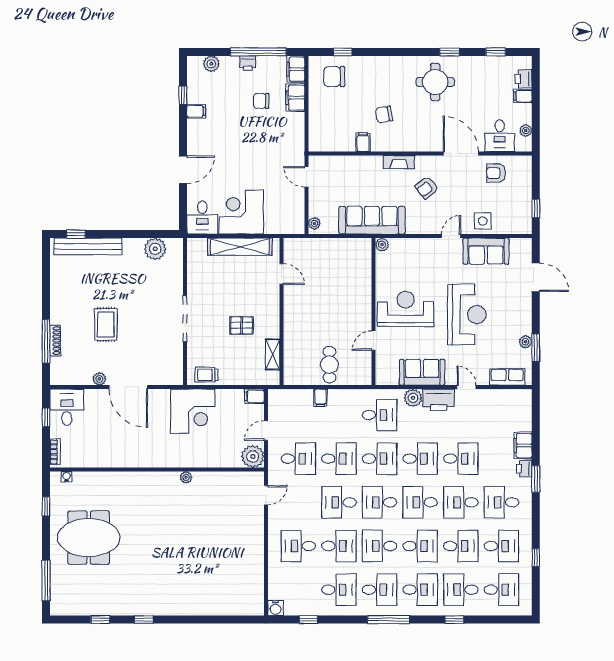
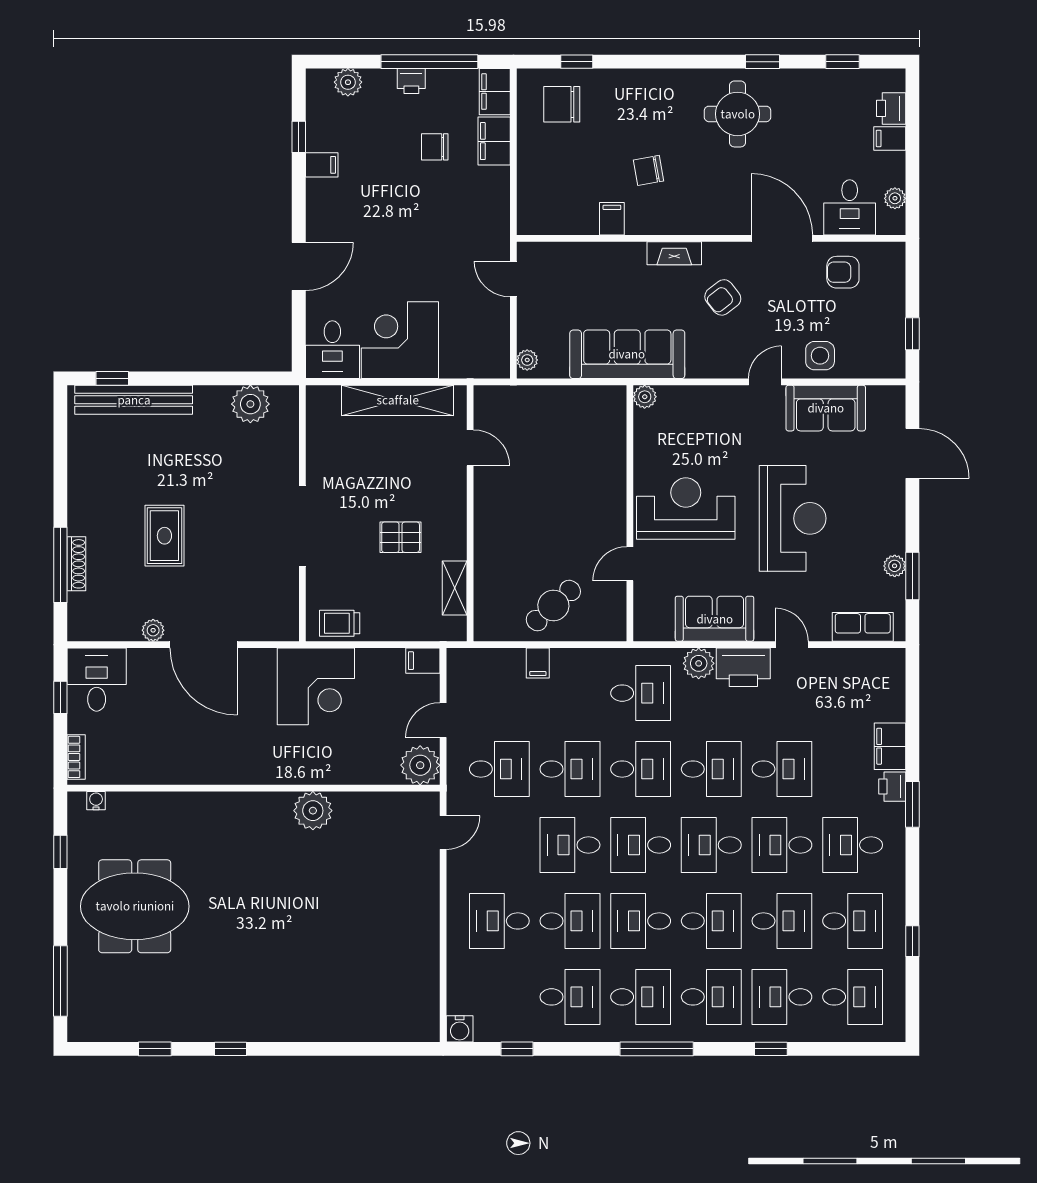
cafe table: (329, 365) -> (553, 606), turned 48
plant: (186, 477) -> (313, 811), width x1.88, depth x1.88

